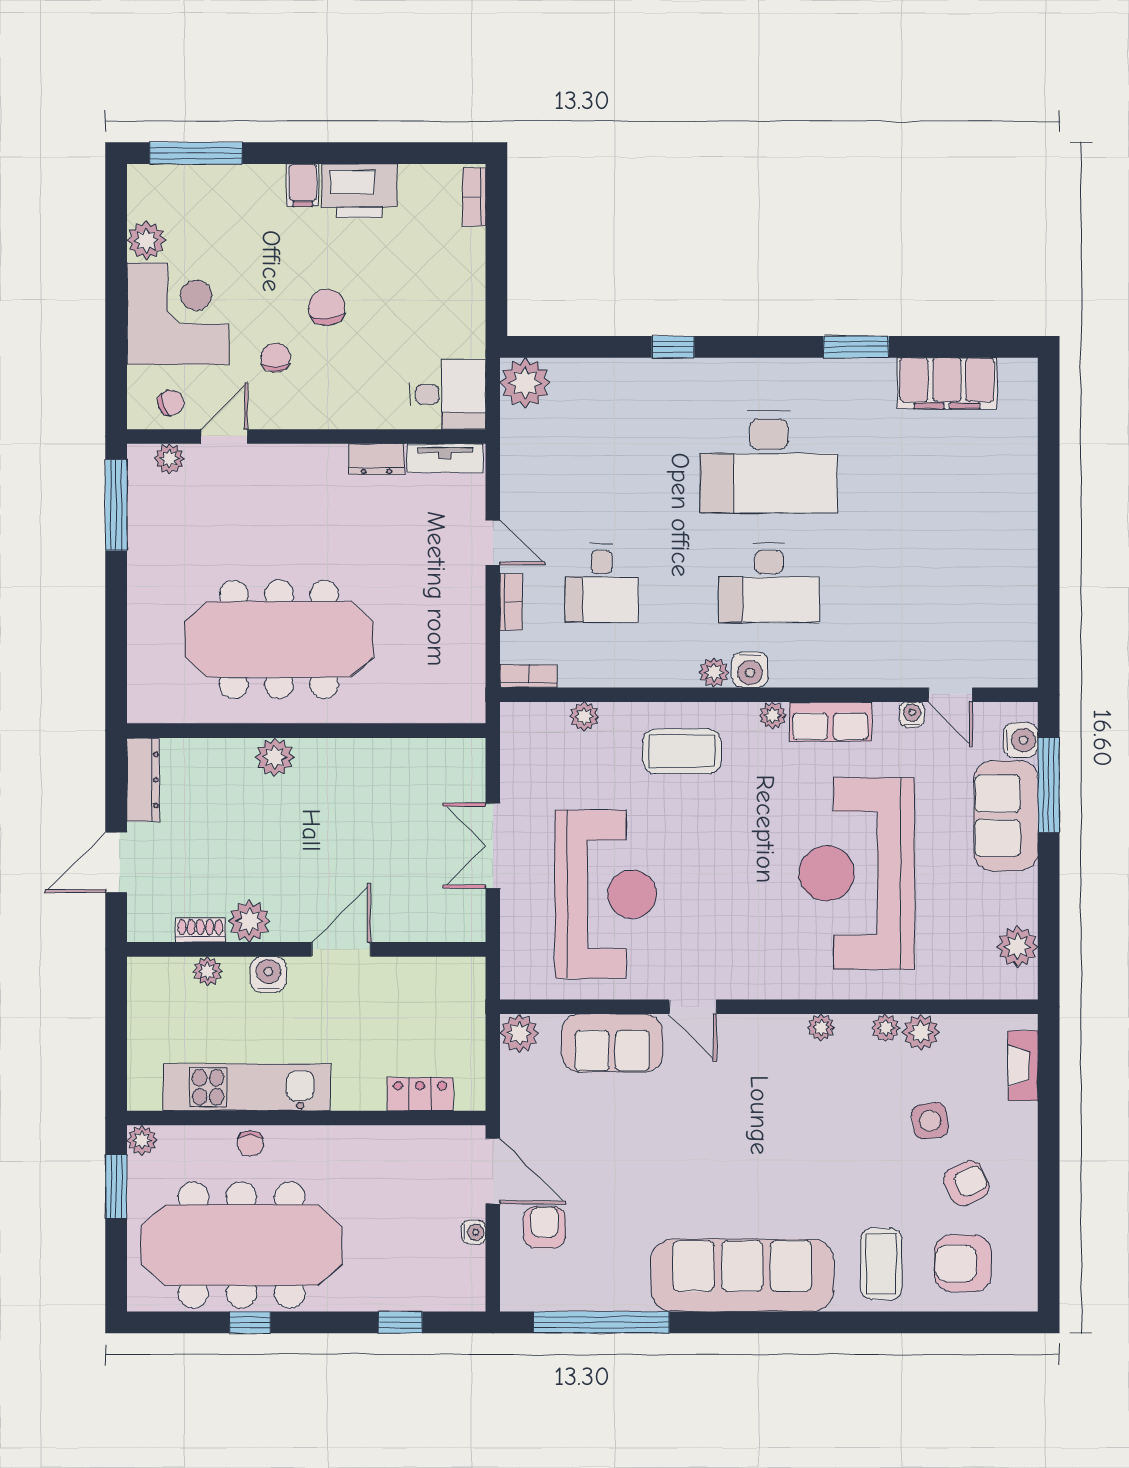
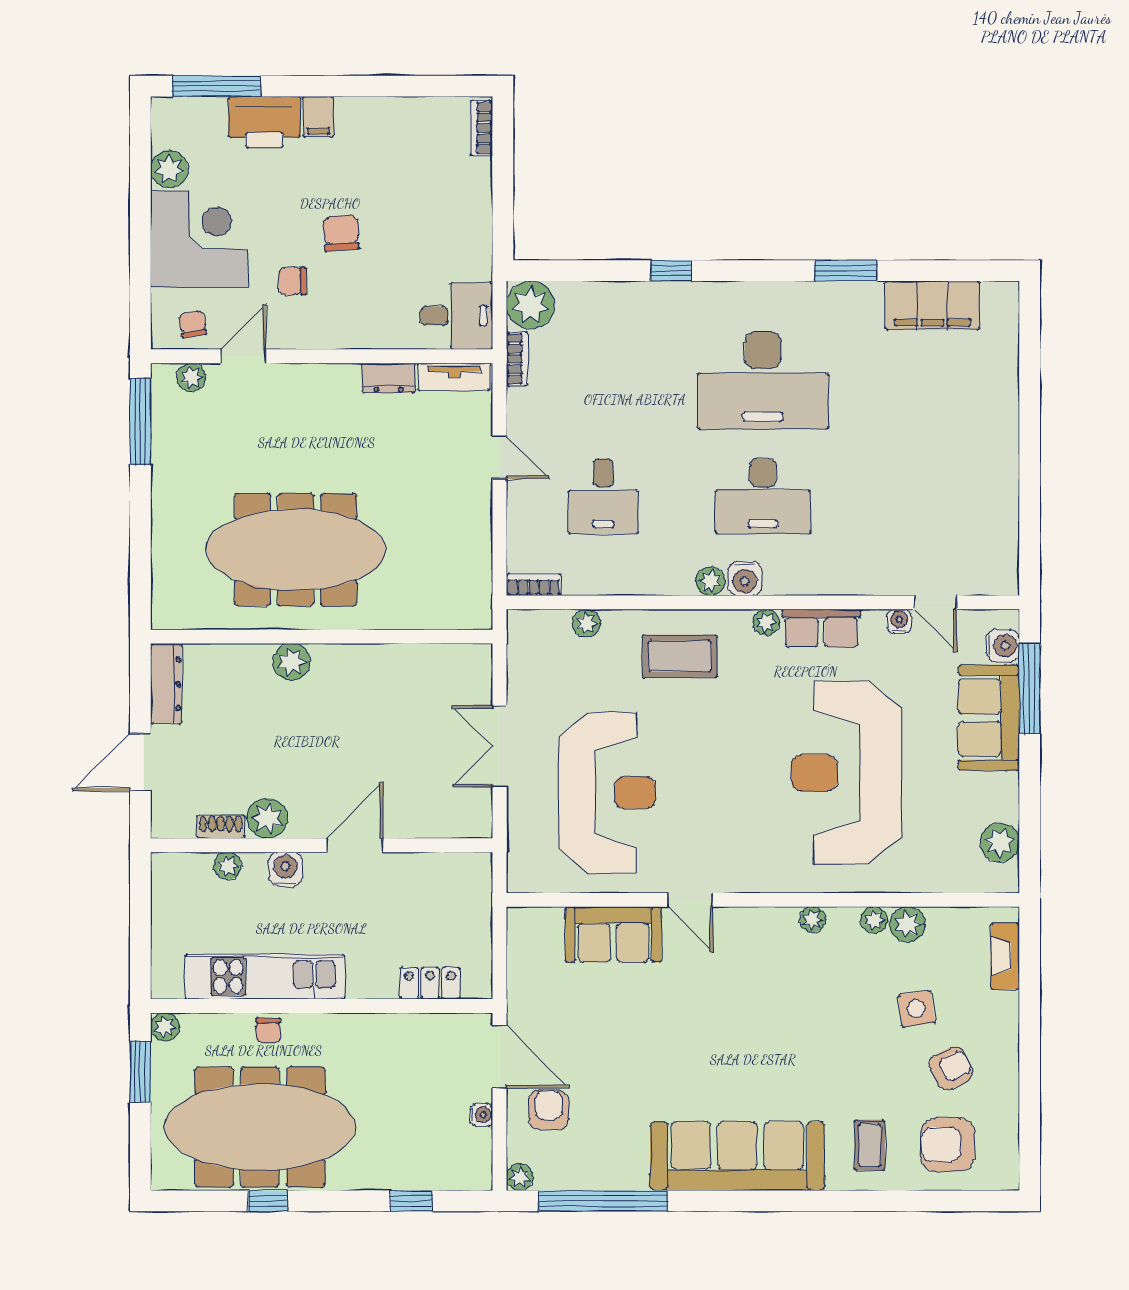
printer: (359, 191) -> (264, 122), moved
chair: (276, 358) -> (292, 281), turned -90
chair: (171, 403) -> (193, 324), turned -77
bookcase: (511, 602) -> (517, 359), moved
plant: (519, 1033) -> (520, 1177), moved, width x0.73, depth x0.73
coffee table: (881, 1264) -> (870, 1145), width x0.73, depth x0.77

